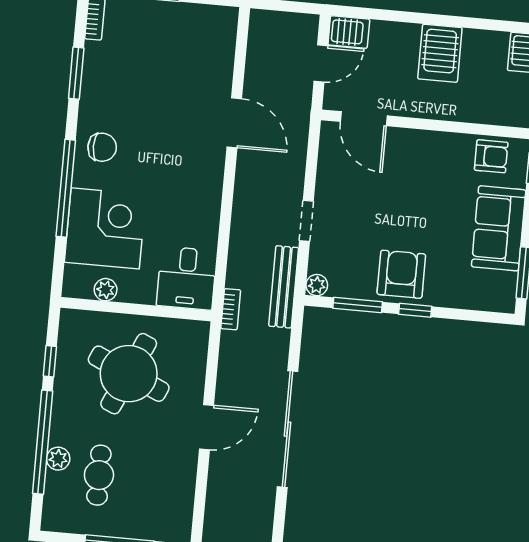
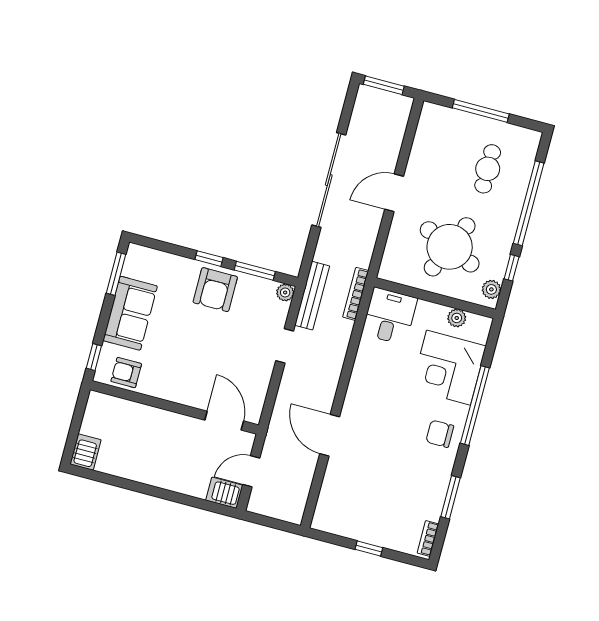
server rack: (440, 53) -> (153, 463), removed
bookcase: (231, 309) -> (356, 294), width x1.56
plant: (58, 459) -> (491, 289), moved

